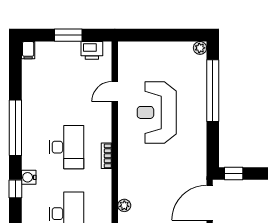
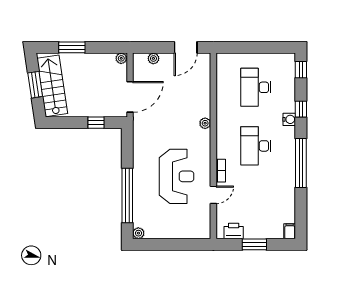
bookcase: (107, 156) -> (221, 171), moved
window: (234, 174) -> (96, 123), moved
plant: (124, 205) -> (205, 123), moved

